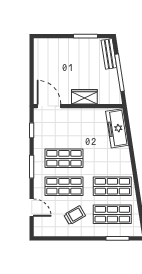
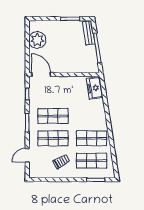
plant: (44, 63) -> (37, 40), added
wardrobe: (84, 97) -> (69, 67), removed
freezer: (117, 128) -> (95, 88), width x0.71
door: (32, 208) -> (27, 155), swing flipped

